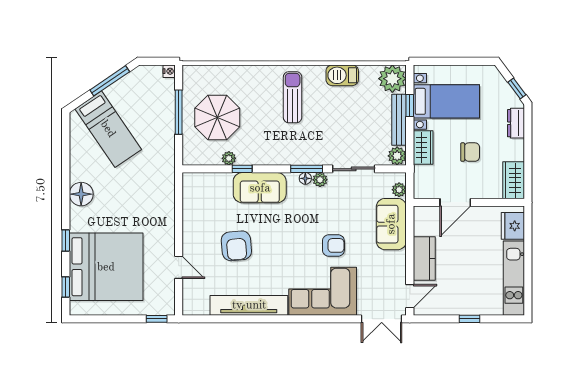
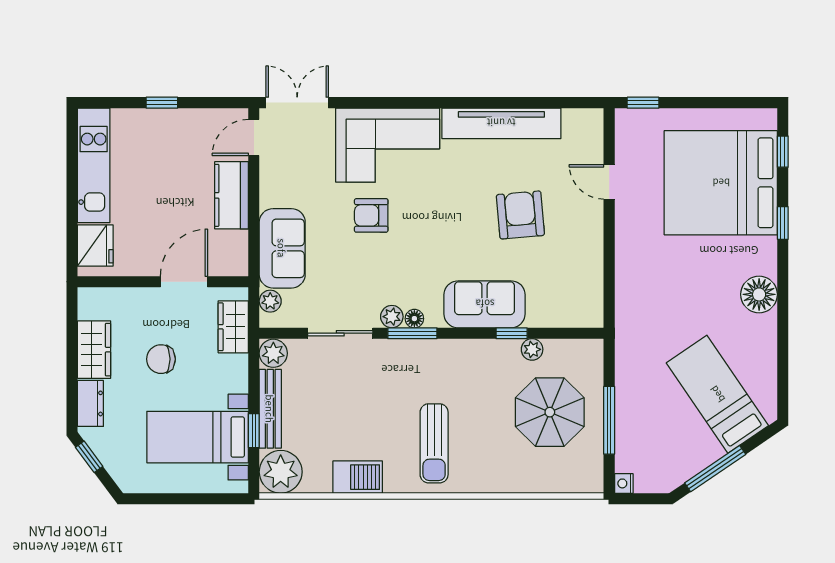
wardrobe: (423, 148) -> (233, 327), moved
wardrobe: (514, 180) -> (94, 350), moved

